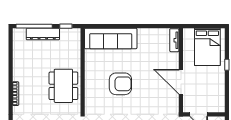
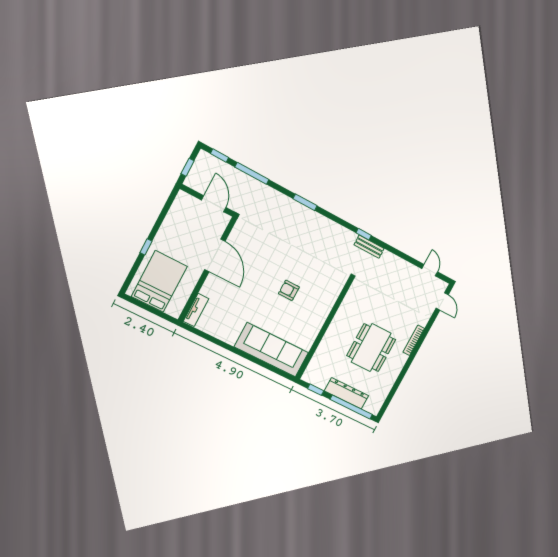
armchair: (120, 84) -> (289, 290), width x0.53, depth x0.53
dining table: (63, 86) -> (371, 348), moved

